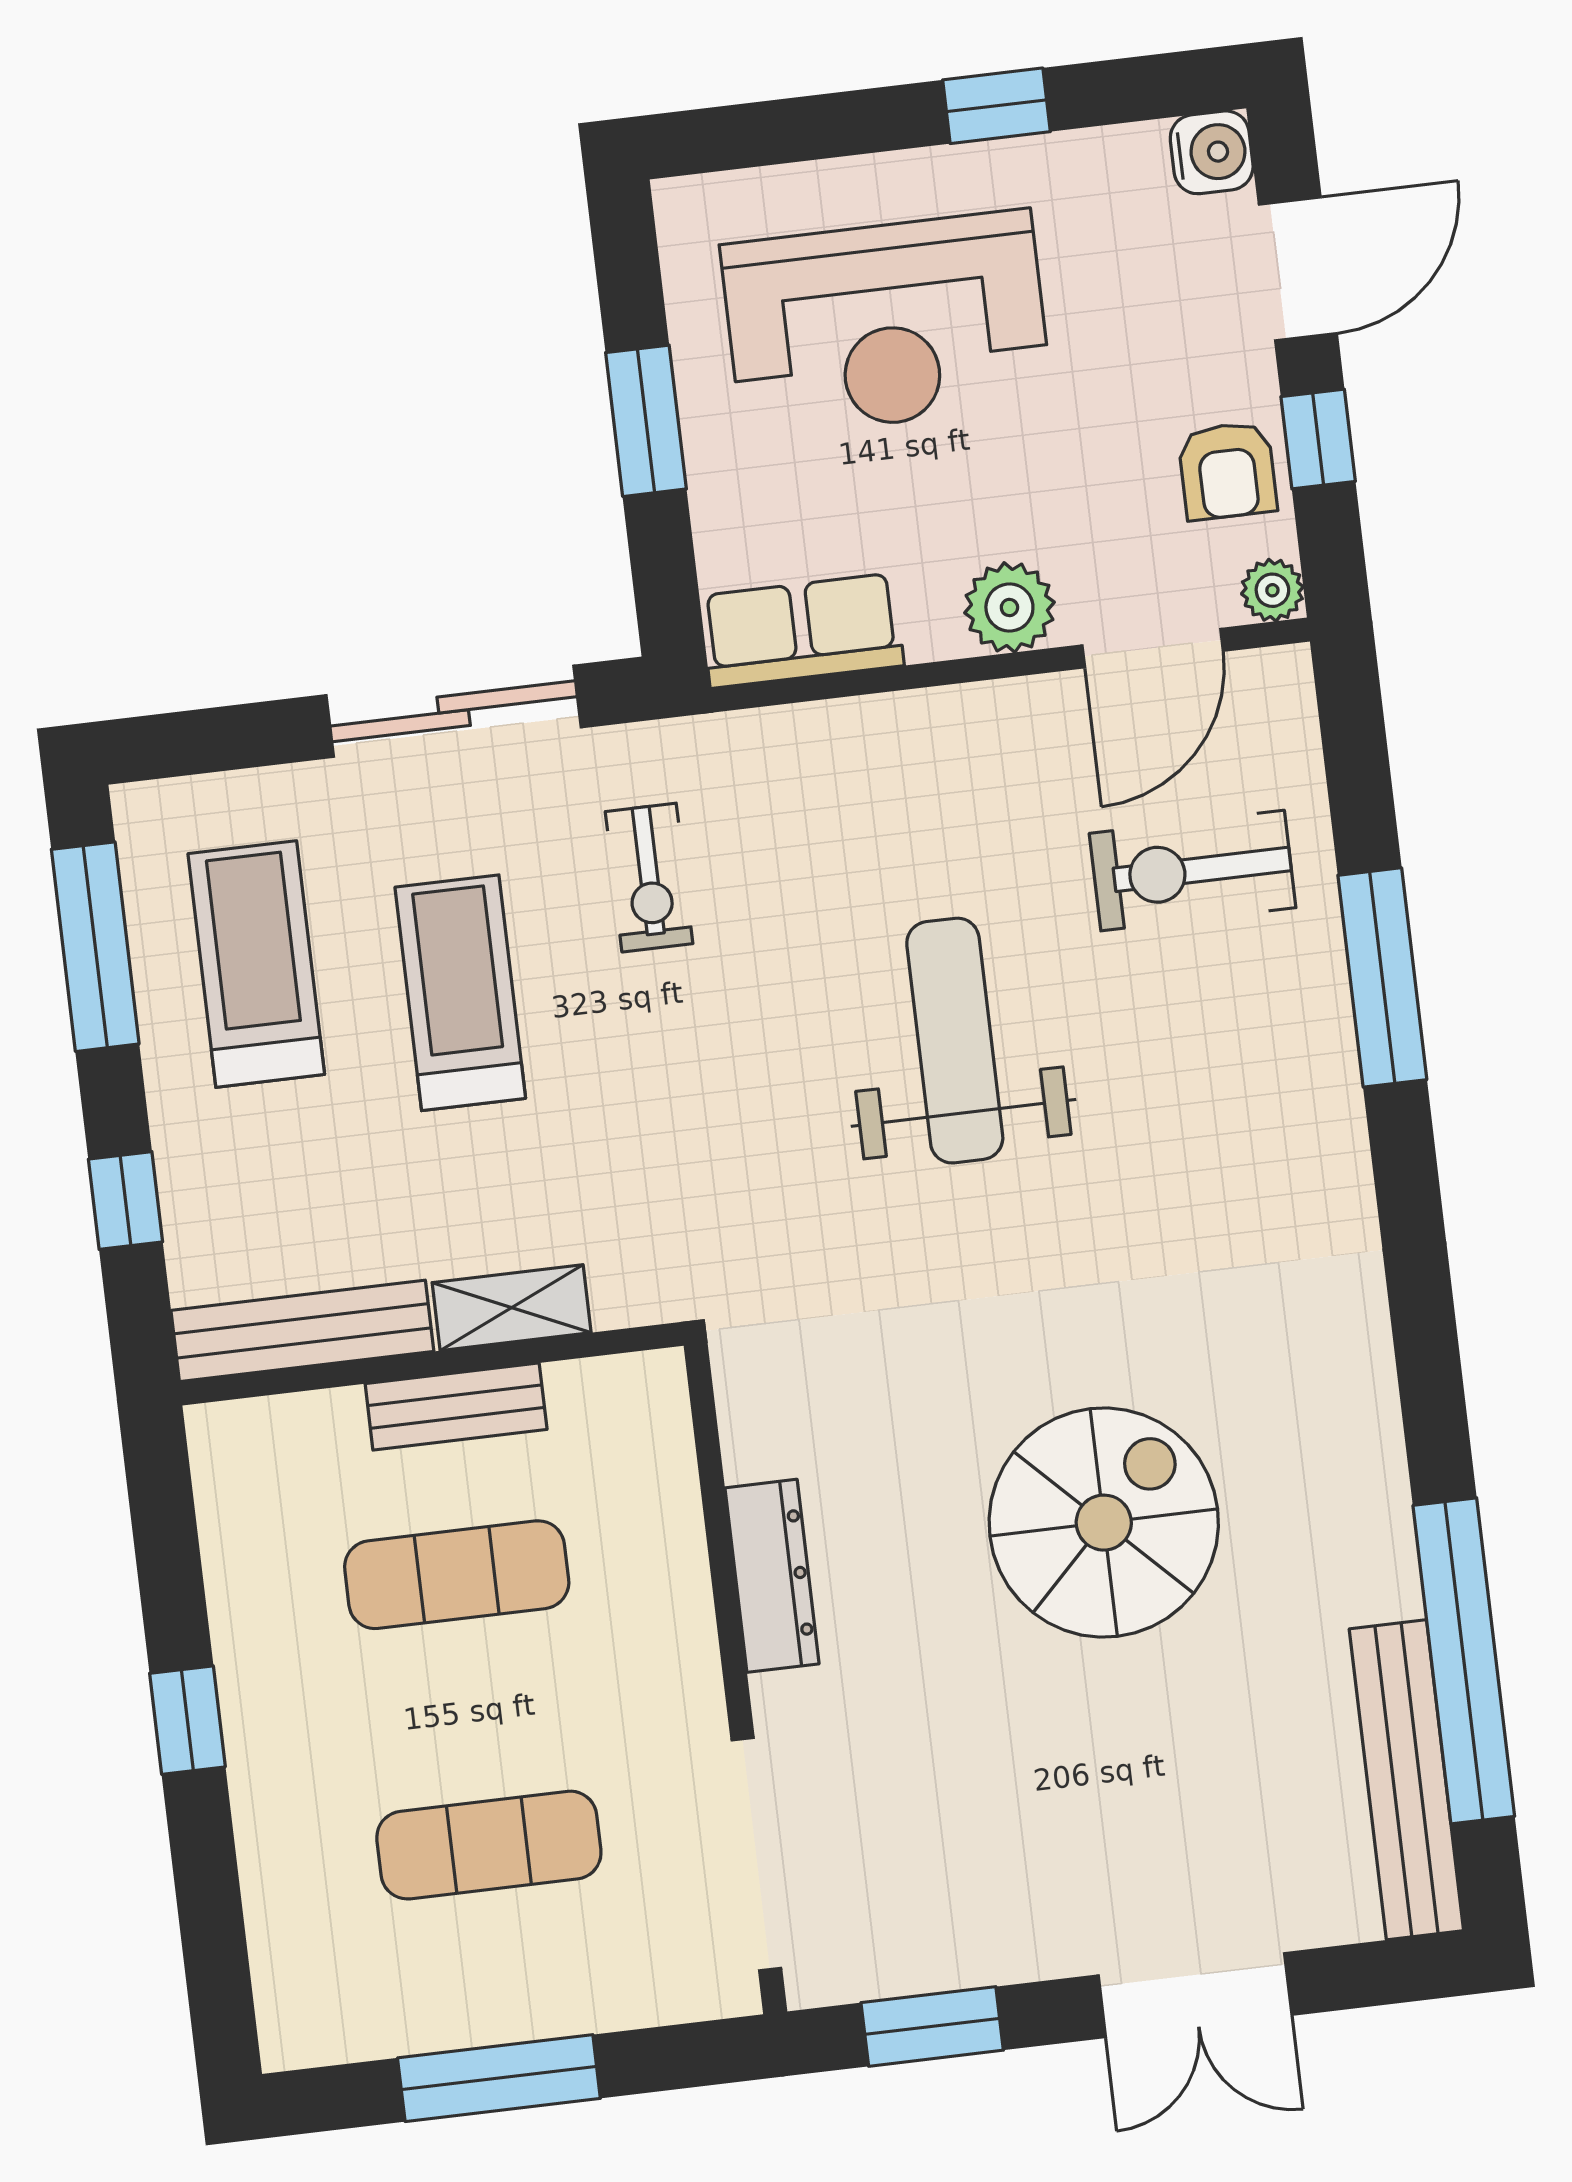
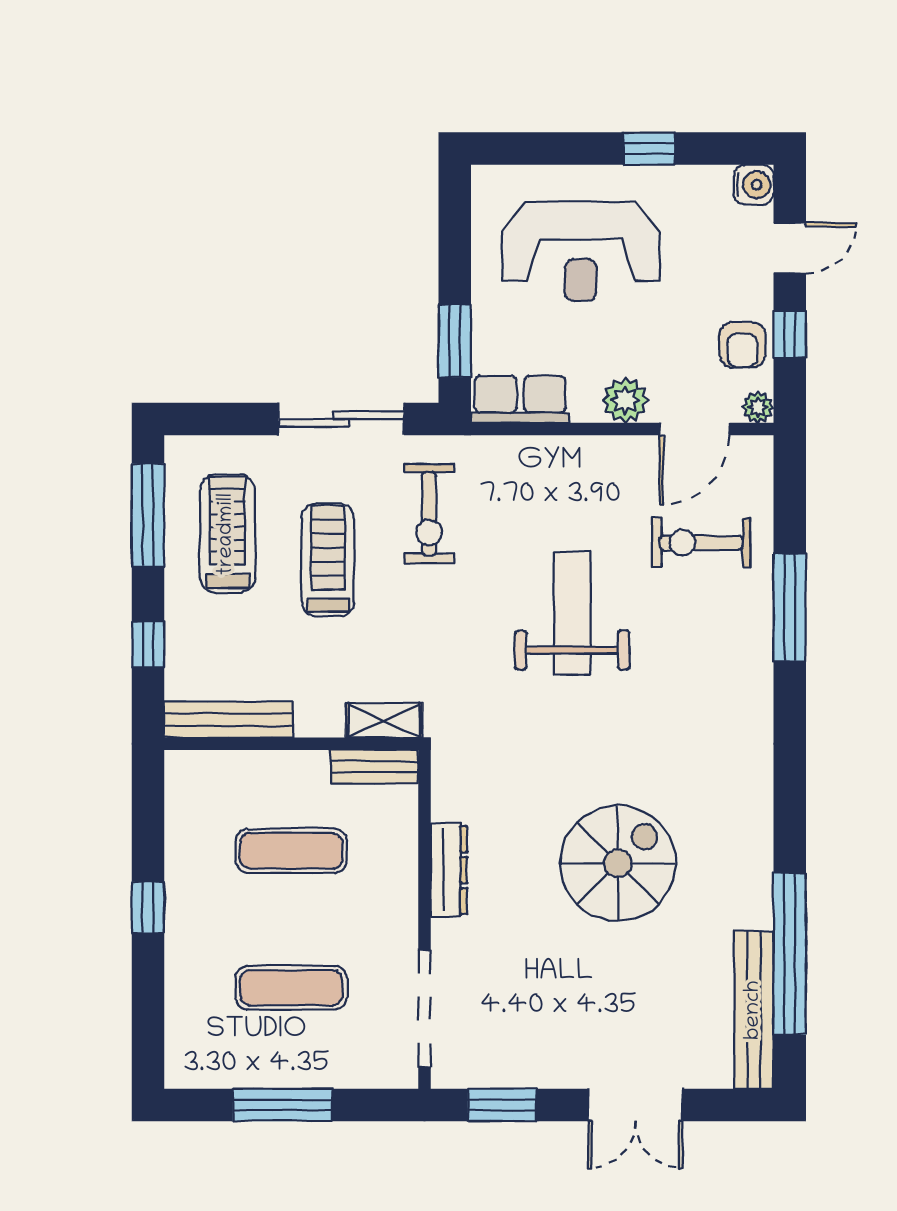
door: (1298, 269) -> (790, 248), width x0.73
window: (646, 421) -> (455, 341), moved
exercise bike: (649, 878) -> (429, 514), width x1.38, depth x1.39
shelving: (512, 1308) -> (384, 720), moved
bench: (456, 1407) -> (374, 767), moved

